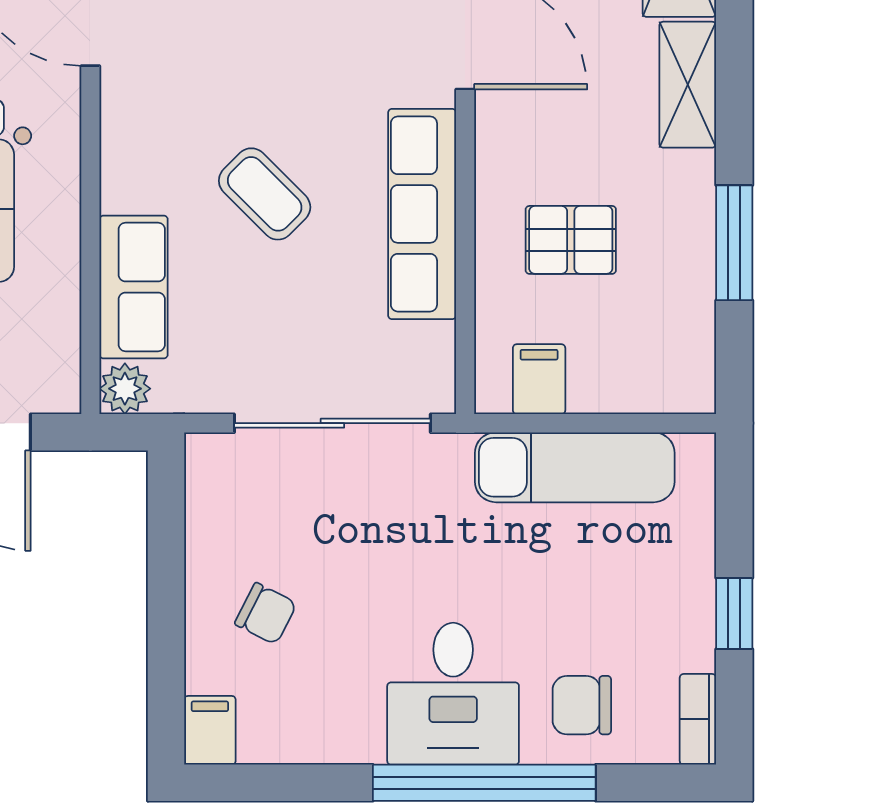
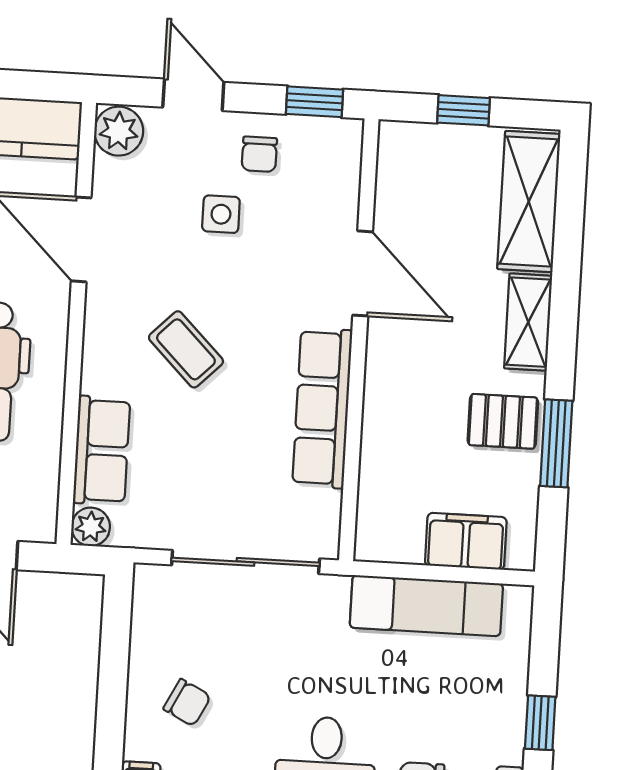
coffee table: (265, 194) -> (186, 349), moved
pallet: (571, 240) -> (503, 421), moved
filing cabinet: (539, 379) -> (466, 541), moved, width x2.00

